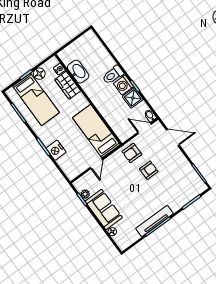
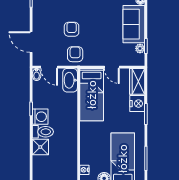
washbasin: (78, 72) -> (70, 80), moved
wardrobe: (68, 85) -> (137, 81), moved, turned 180
shower: (133, 98) -> (40, 147), moved
armchair: (132, 153) -> (75, 54), turned -90
door: (96, 164) -> (112, 67), swing flipped
armchair: (149, 170) -> (72, 29), turned 90

